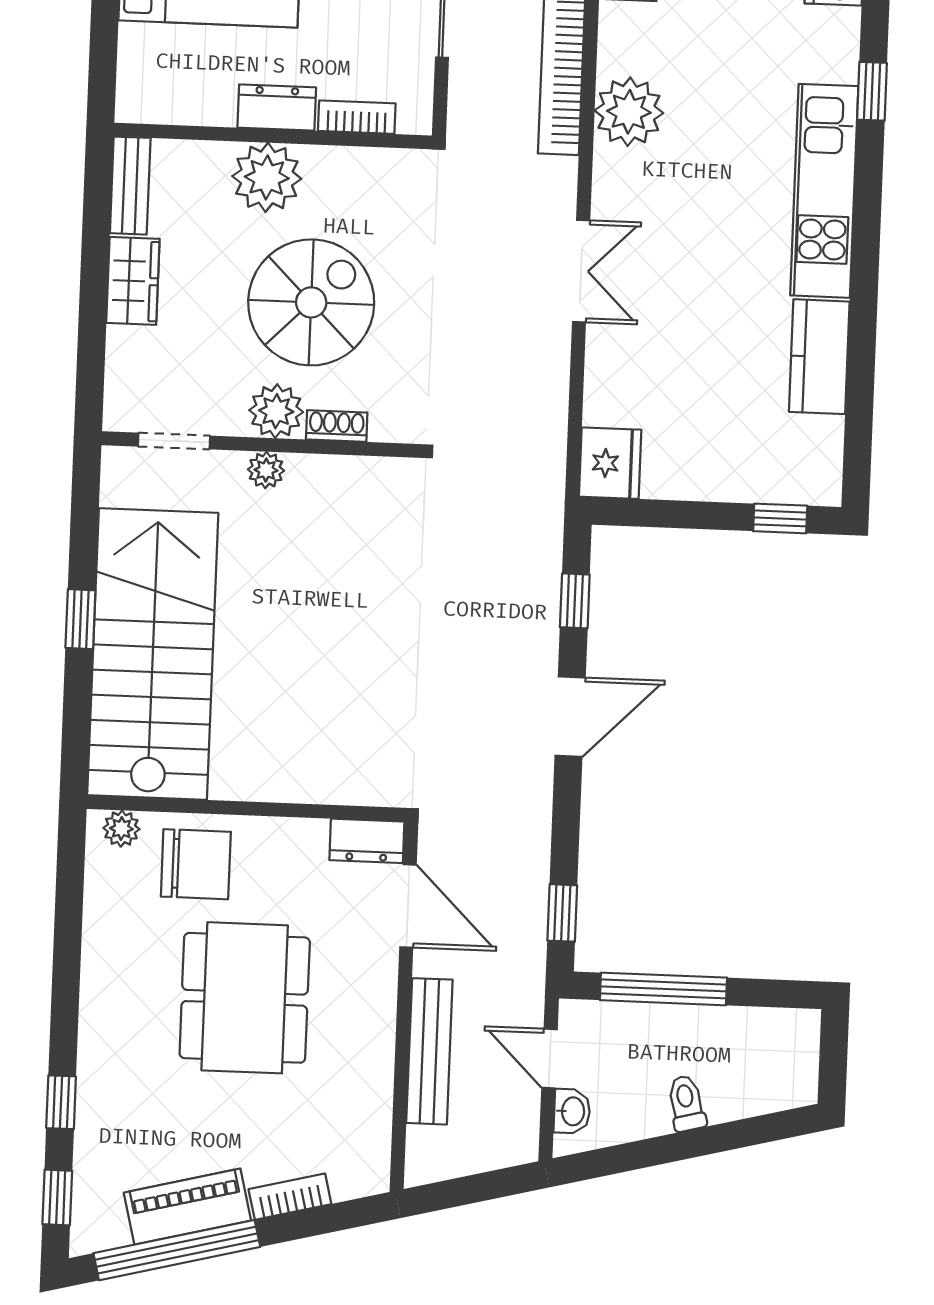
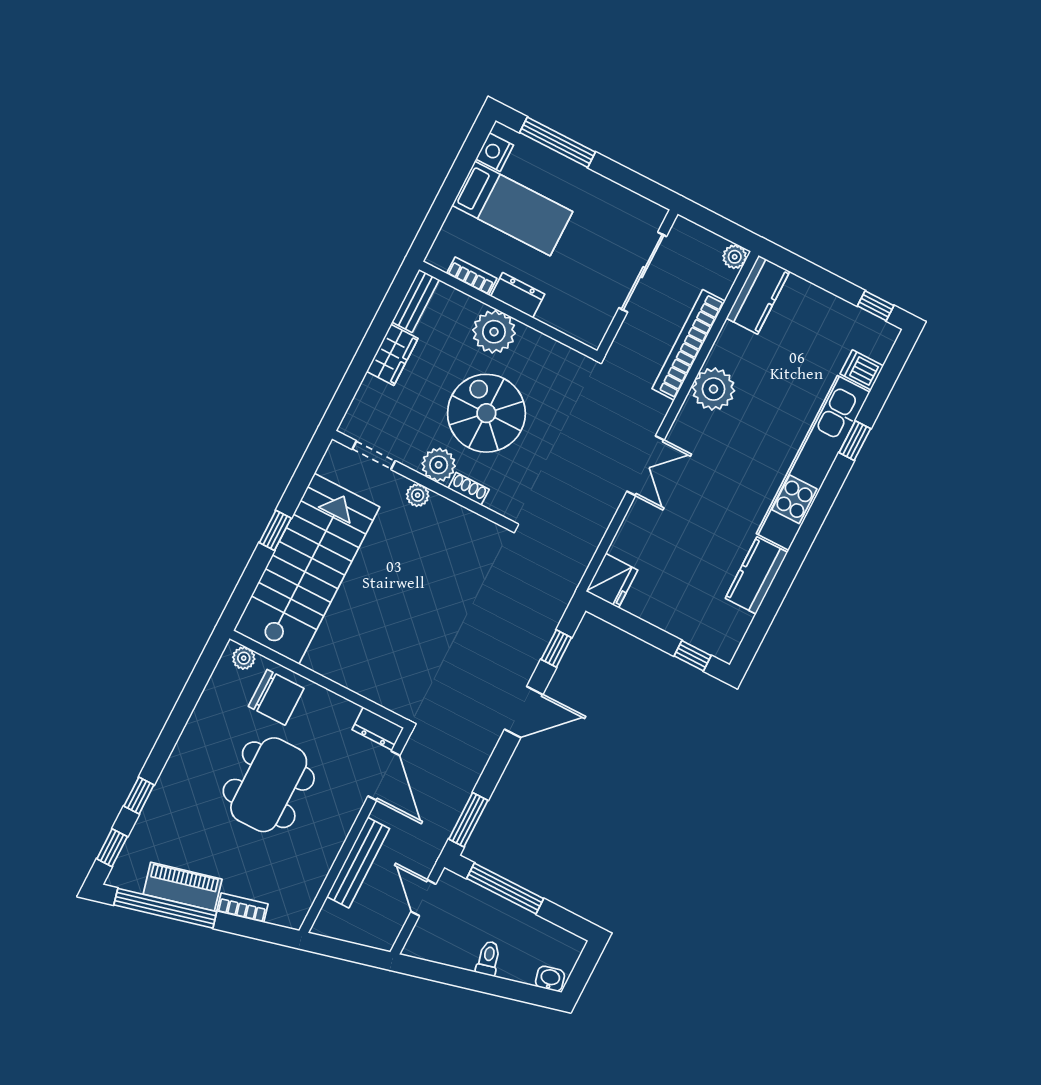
bookcase: (357, 117) -> (472, 276), moved
kitchen unit: (824, 191) -> (813, 463), width x1.36
spiral stairs: (311, 302) -> (486, 413), turned -90
window: (562, 913) -> (468, 820), width x1.50
washbasin: (572, 1111) -> (550, 979), moved, turned -104

